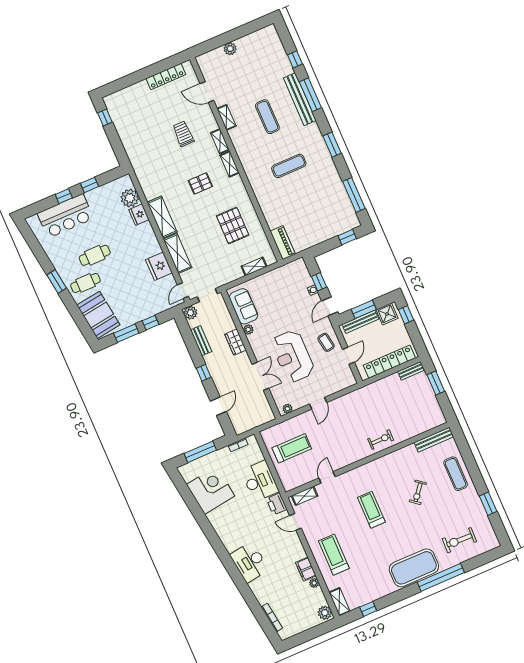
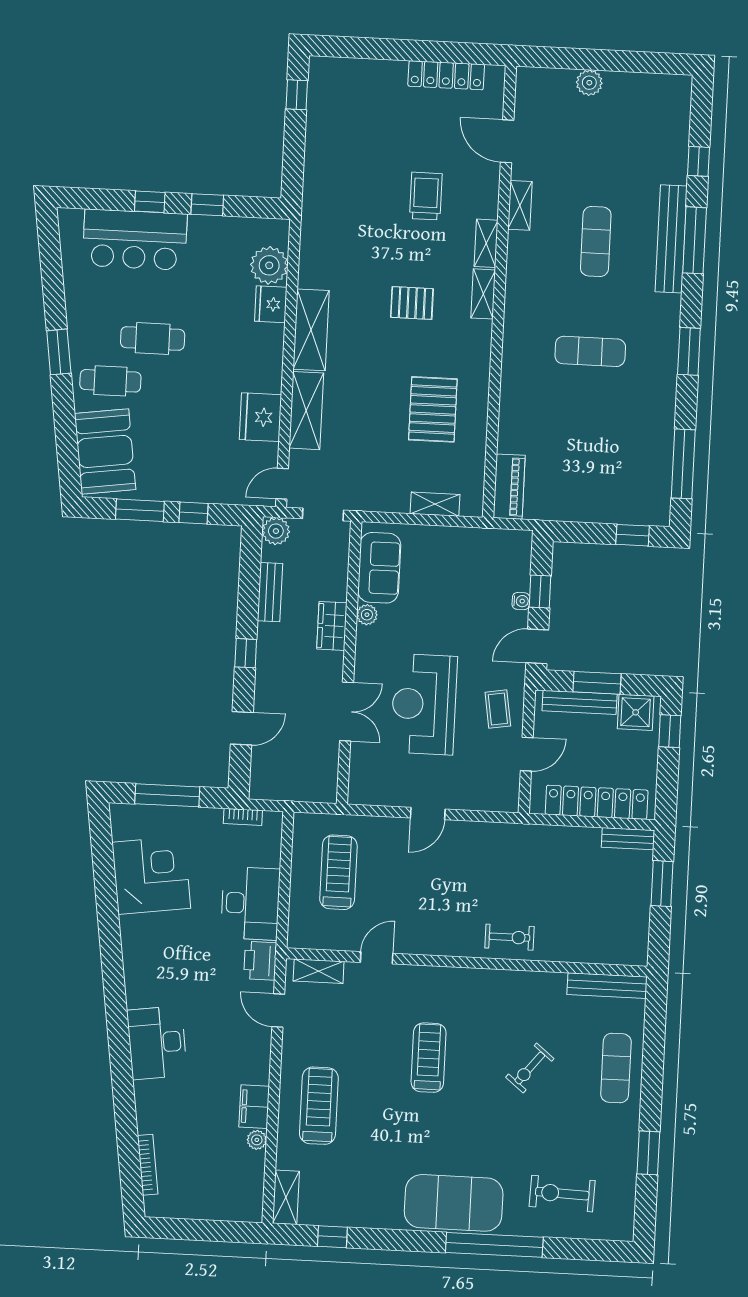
plant: (287, 409) -> (367, 796), removed
treadmill: (292, 448) -> (338, 872), turned -90
plant: (325, 613) -> (249, 1204), removed

